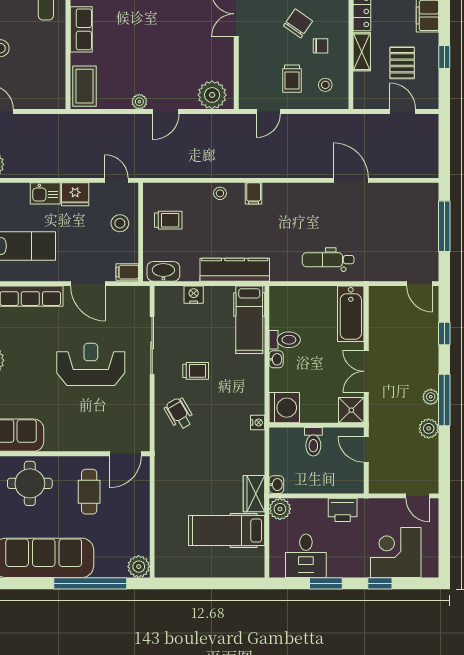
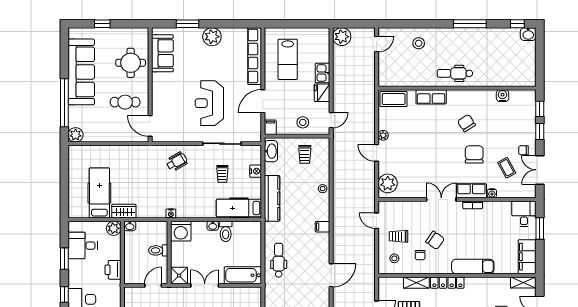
filing cabinet: (254, 193) -> (323, 227), moved
reception desk: (91, 364) -> (209, 103), turned 180
trolley: (196, 371) -> (222, 174), moved

